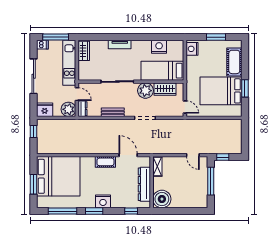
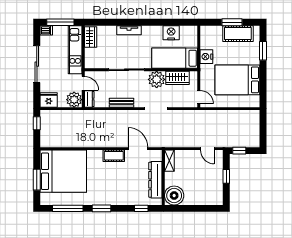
nightstand: (192, 49) -> (206, 57), moved
cot: (234, 62) -> (238, 34), moved, turned 90
window: (245, 88) -> (263, 51), moved
window: (211, 181) -> (226, 176), width x0.46
nightstand: (103, 201) -> (111, 198), removed

